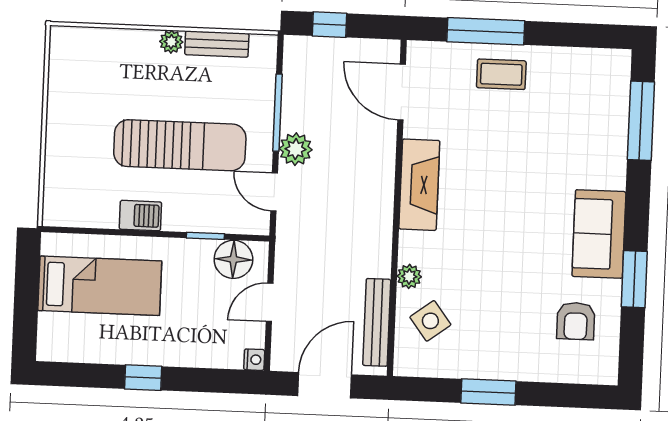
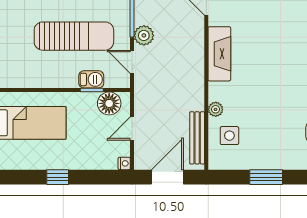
barbecue: (140, 216) -> (91, 79), moved
side table: (430, 321) -> (229, 136), turned 37

